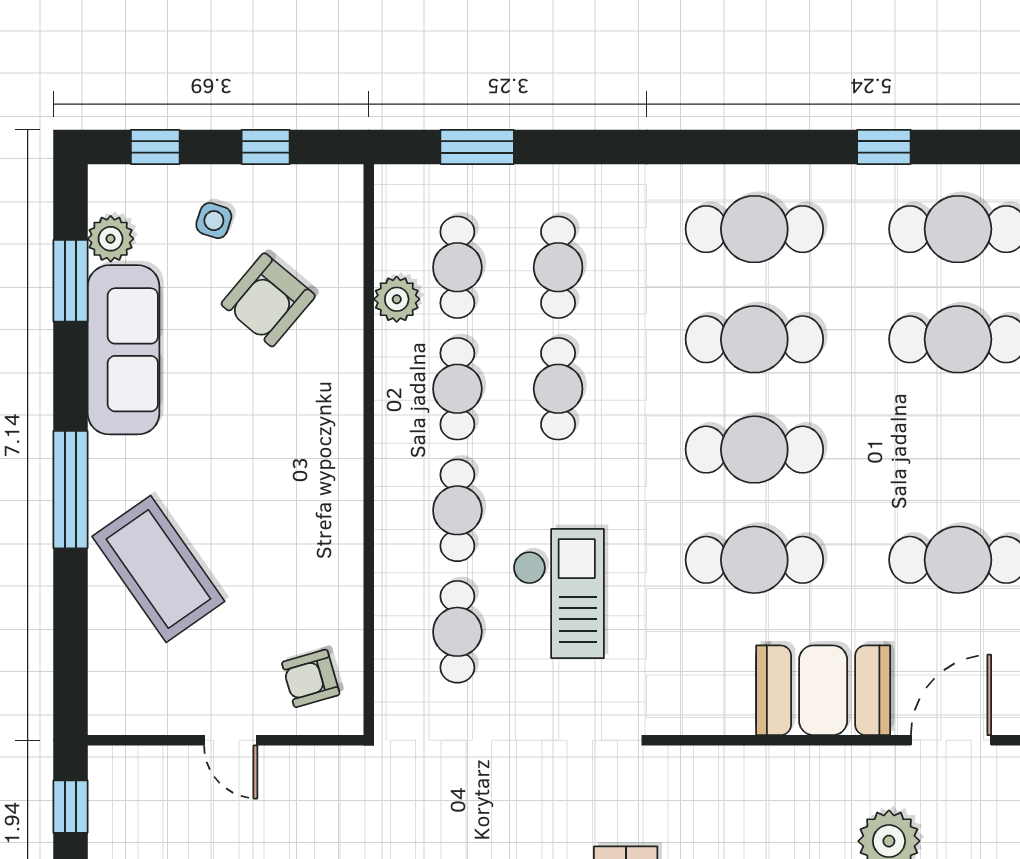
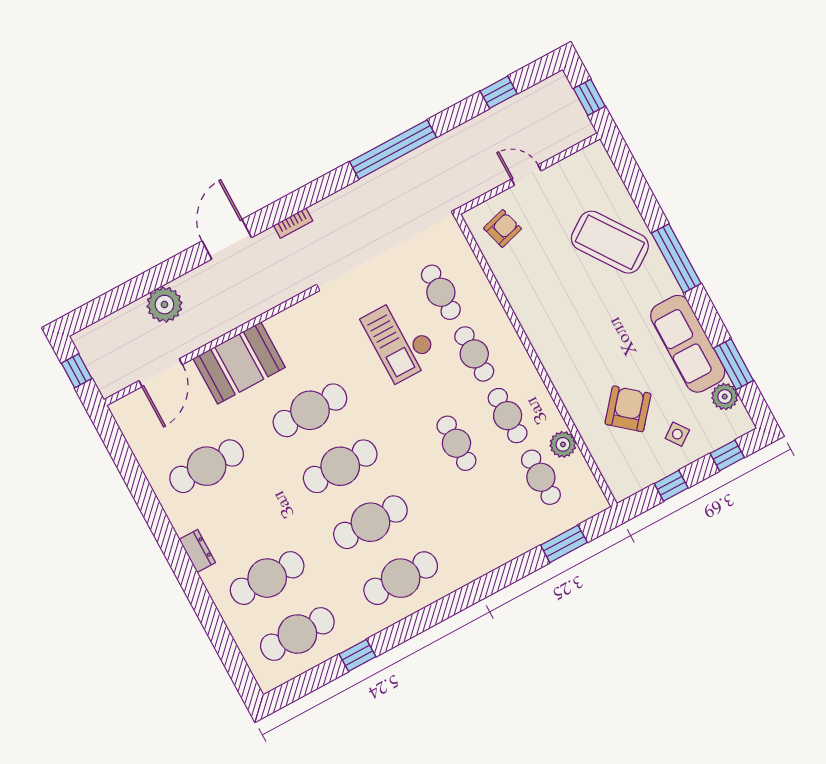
side table: (214, 221) -> (677, 434), turned 36
cafe table: (558, 267) -> (490, 505), removed

